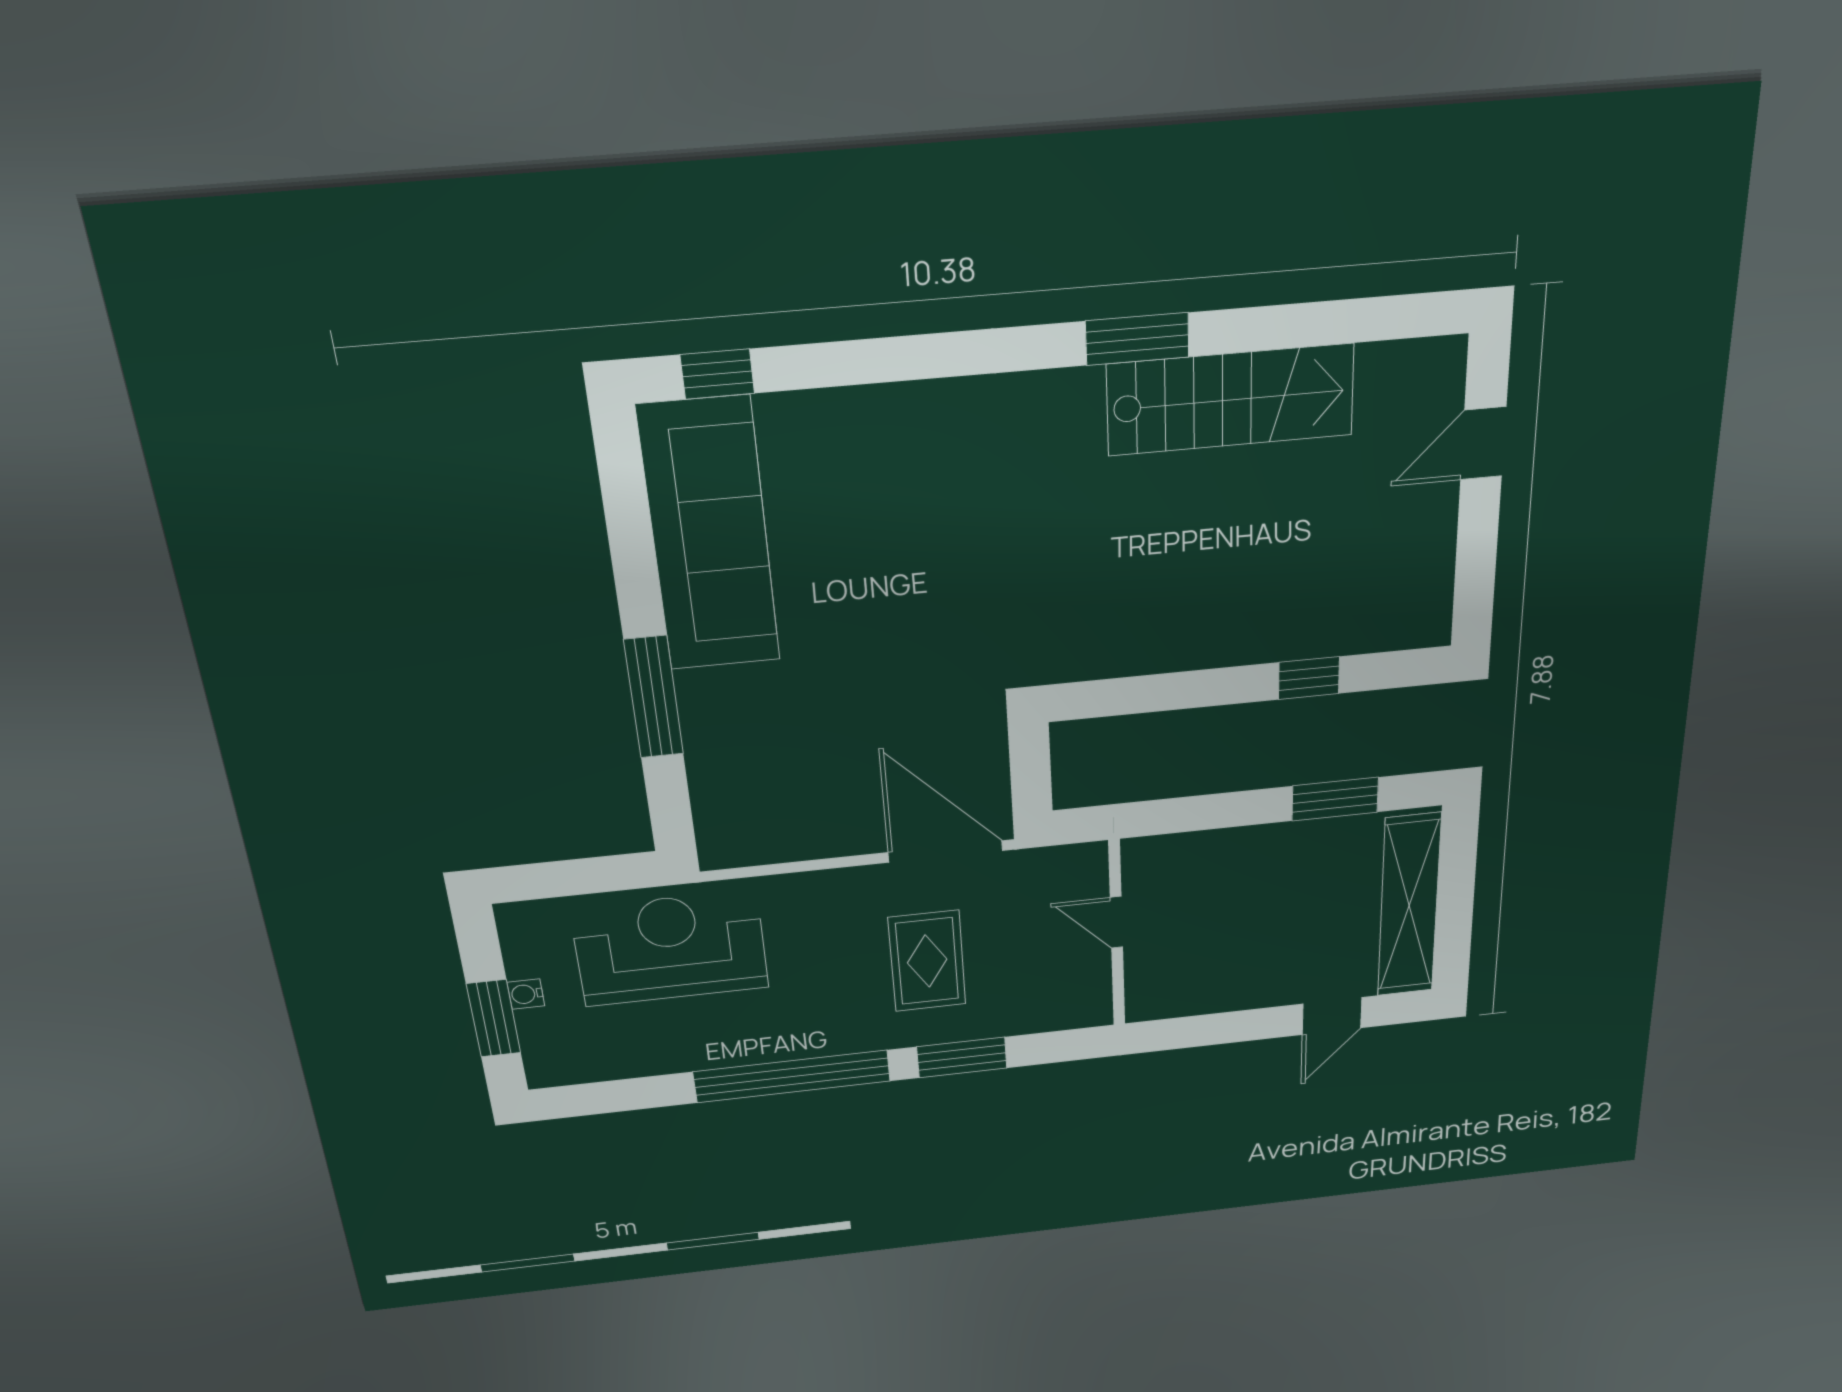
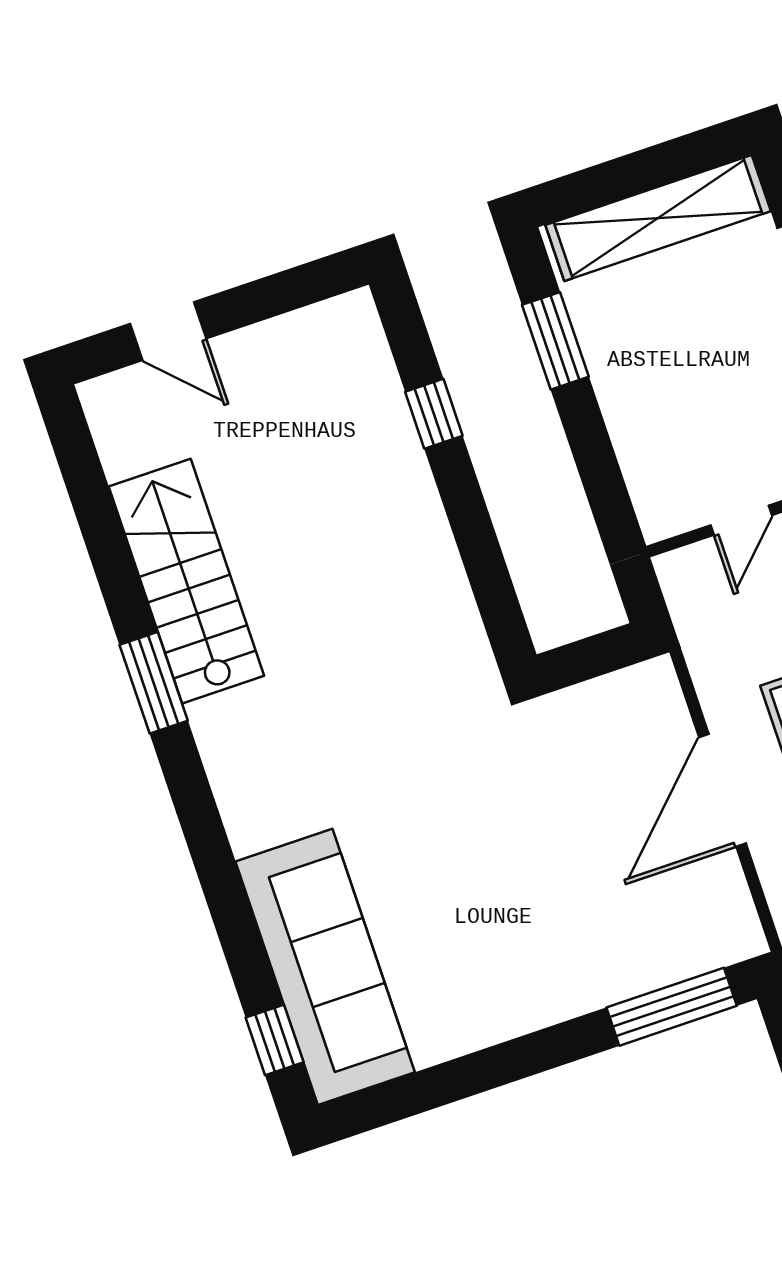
sofa: (710, 536) -> (325, 967), moved, turned 90
window: (654, 697) -> (672, 1007), moved
door: (945, 852) -> (722, 790), moved

